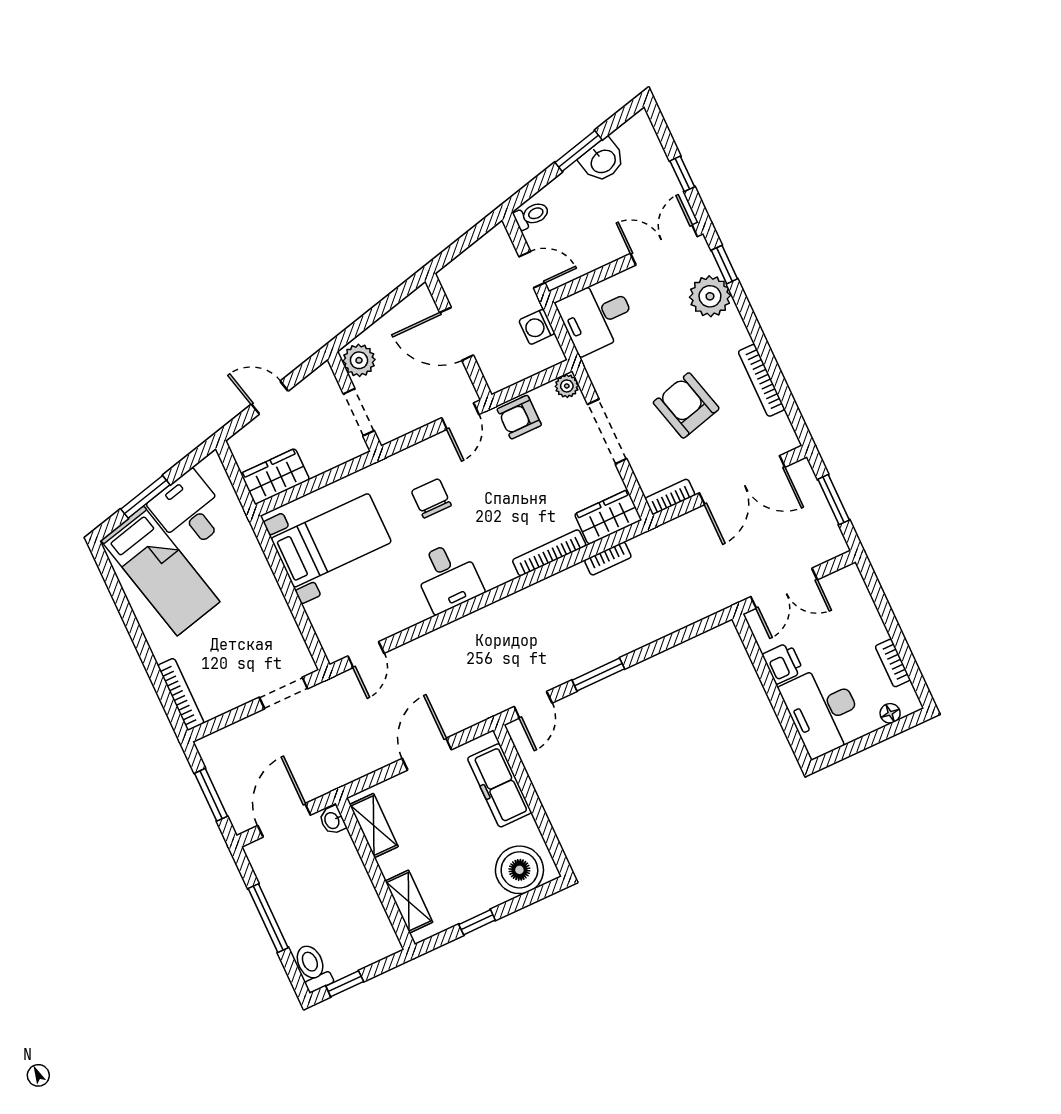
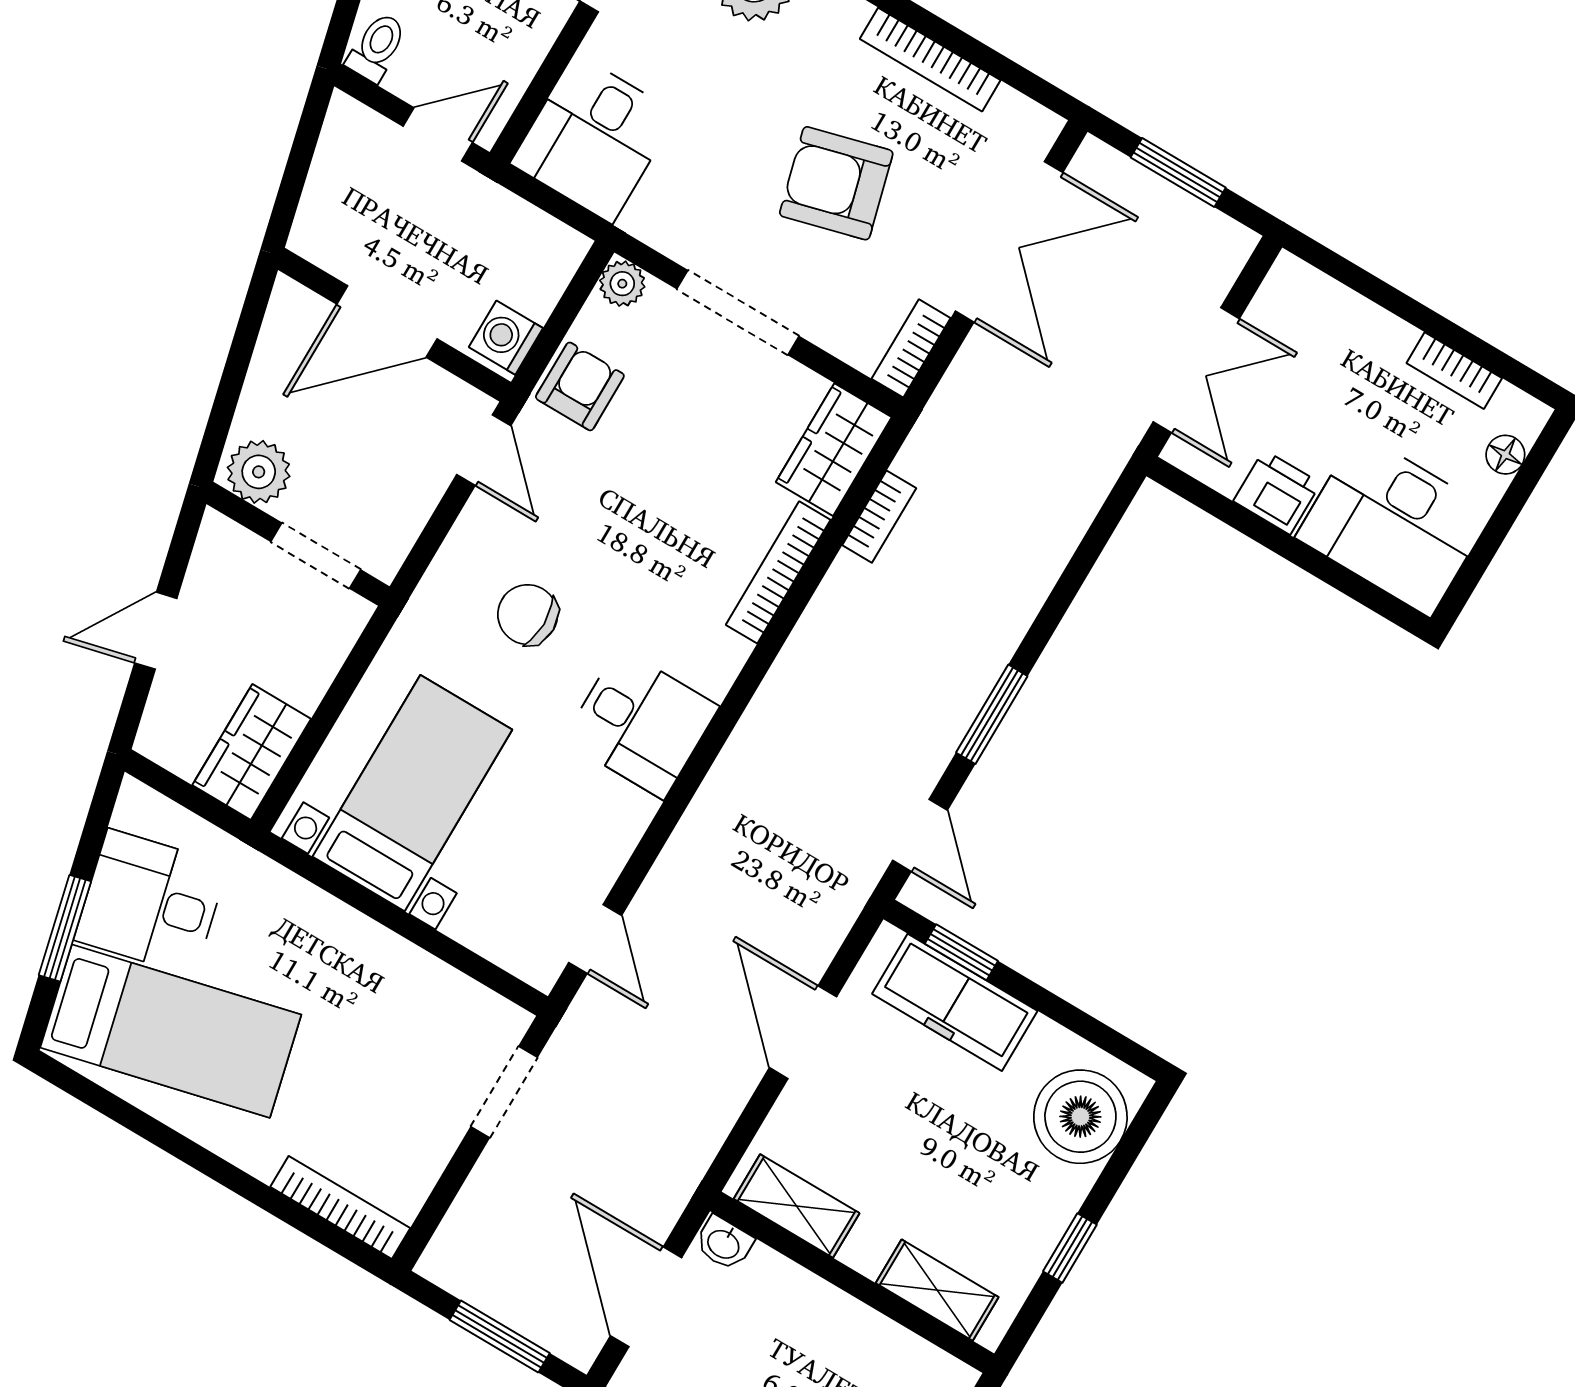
washing machine: (537, 327) -> (506, 338), moved, turned 90
armchair: (519, 417) -> (580, 386), turned 180
window: (517, 766) -> (961, 952), added

